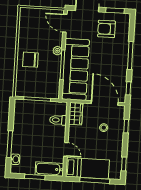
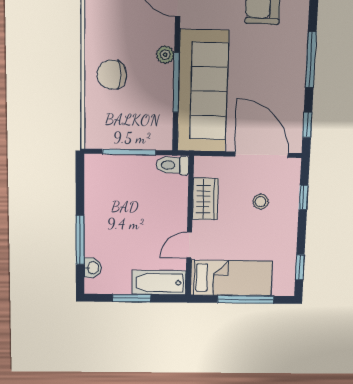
wardrobe: (76, 114) -> (205, 199), moved
toilet: (58, 120) -> (172, 165), moved
door: (66, 149) -> (189, 245), swing flipped

